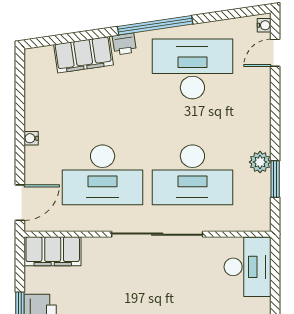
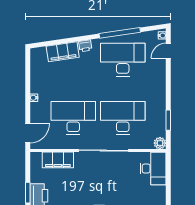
window: (155, 25) -> (120, 33), moved
plant: (260, 162) -> (160, 143), moved
desk: (103, 175) -> (73, 118), turned 180
desk: (192, 175) -> (123, 118), turned 180
filing cabinet: (53, 251) -> (58, 160), moved

